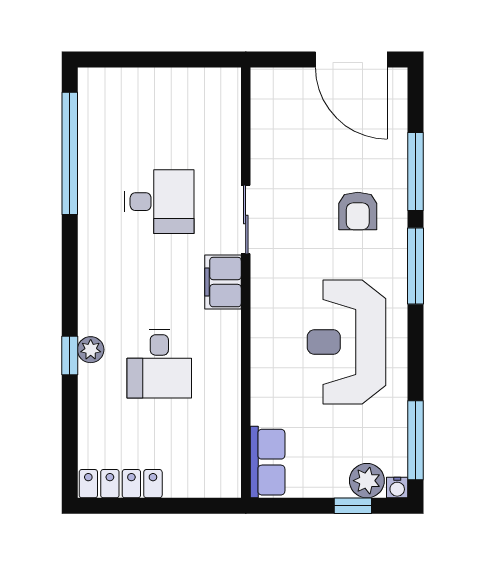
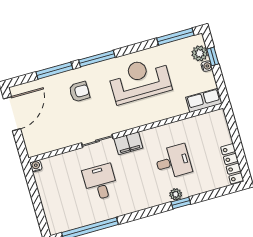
water cooler: (230, 79) -> (36, 166), added
reception desk: (346, 342) -> (140, 80), turned 180
water cooler: (397, 488) -> (207, 66), moved

